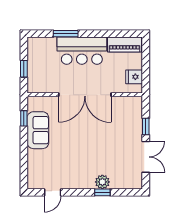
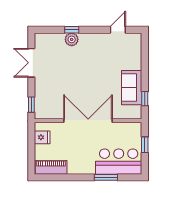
bar counter: (82, 51) -> (119, 162), moved
window: (146, 127) -> (31, 105), moved

